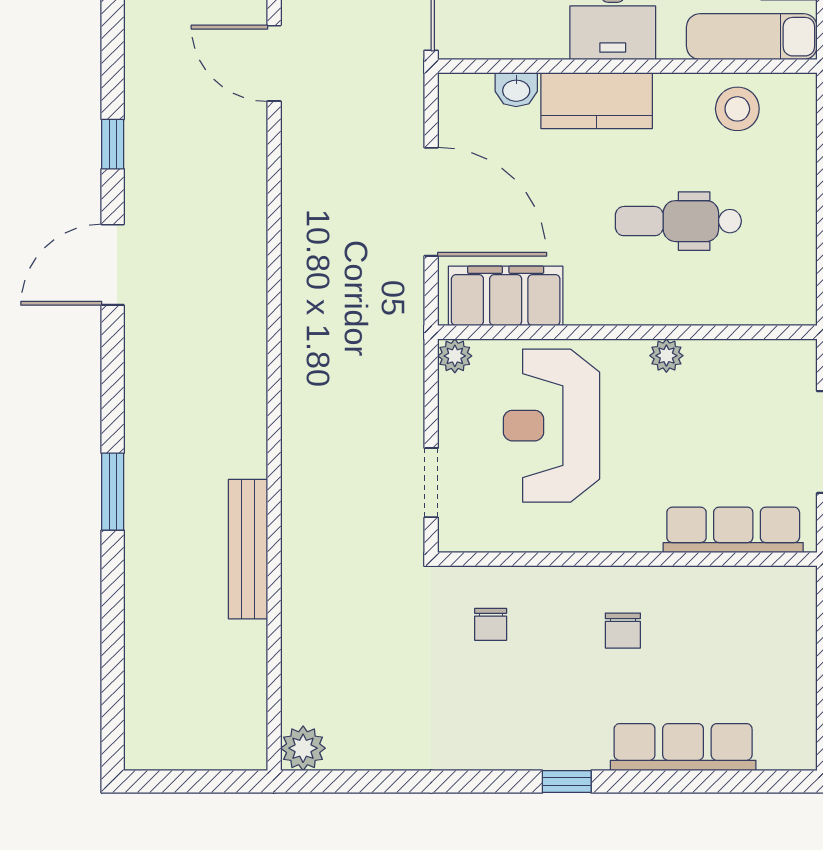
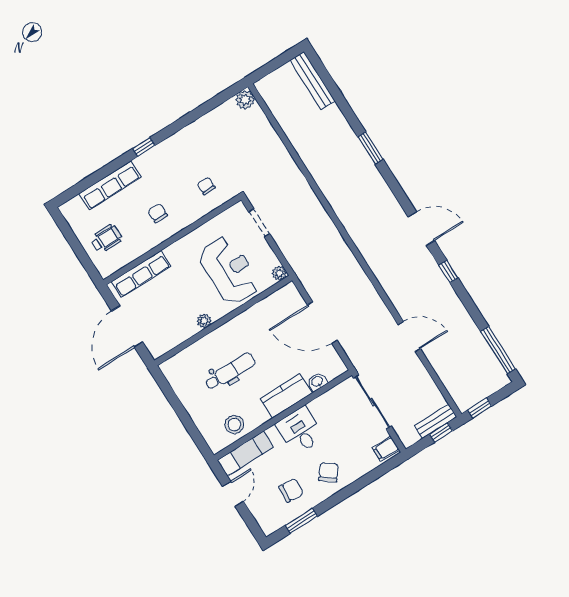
door: (113, 265) -> (421, 229), hinge flipped
filing cabinet: (506, 296) -> (275, 306), removed
bench: (248, 549) -> (313, 80), moved
wheelchair: (759, 645) -> (106, 239), added

